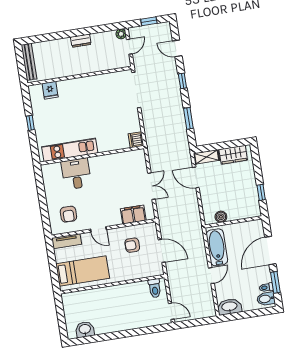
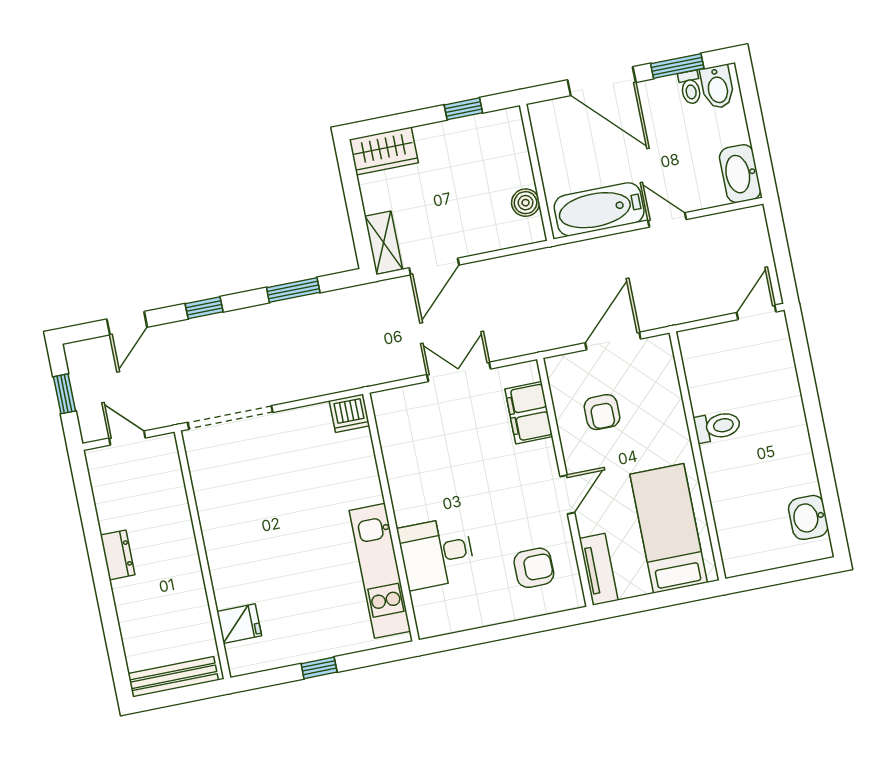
plant: (121, 34) -> (97, 459), removed
wardrobe: (233, 155) -> (384, 151), moved, turned 90
toilet: (155, 288) -> (717, 426), moved

